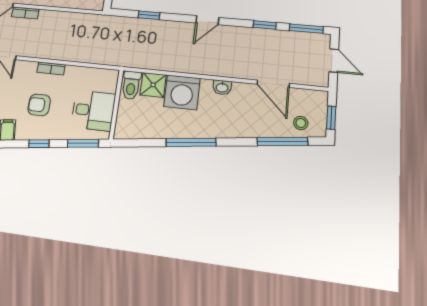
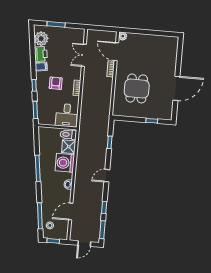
door: (207, 20) -> (107, 176), hinge flipped
desk: (93, 110) -> (67, 115), moved

